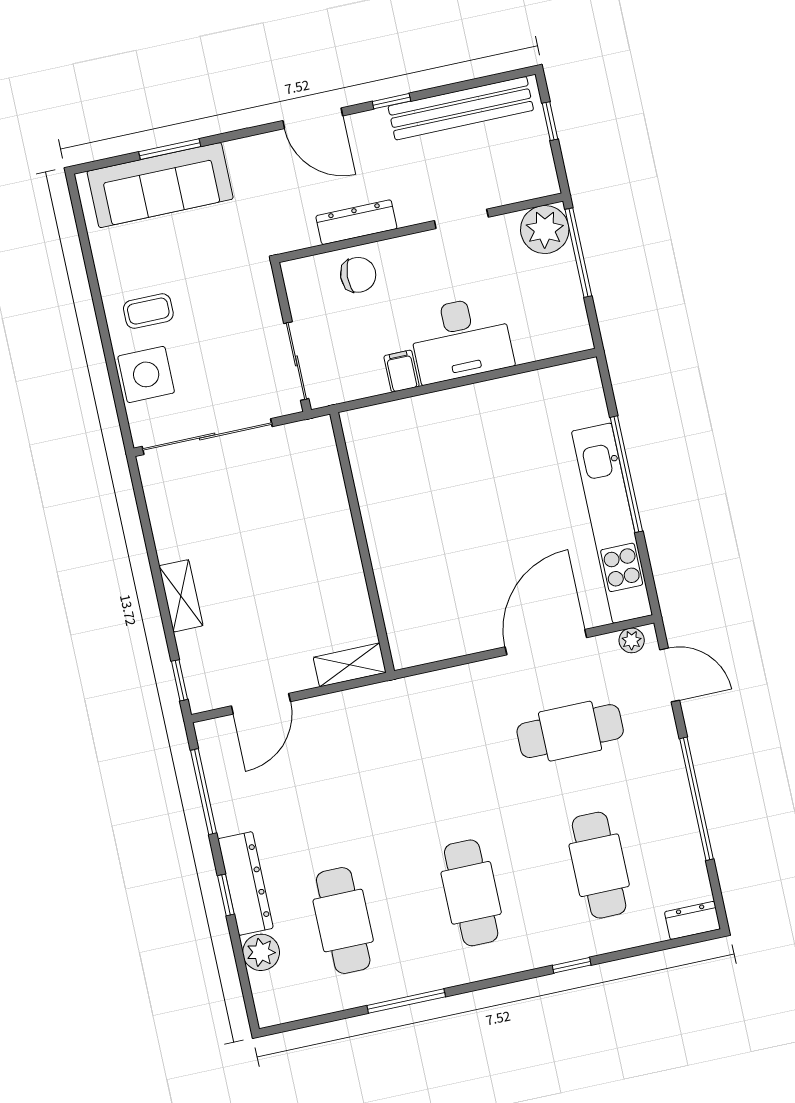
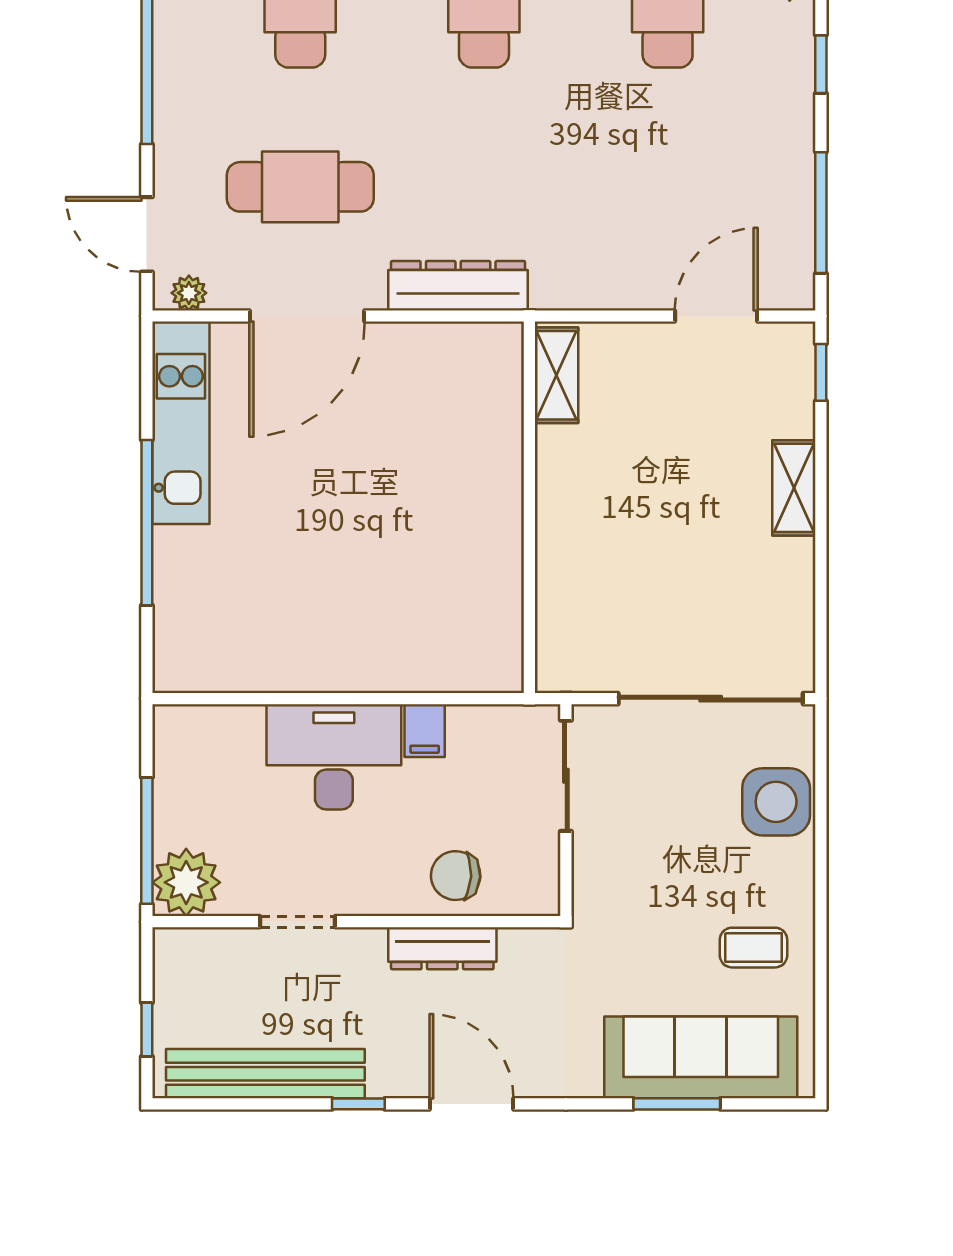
coffee table: (148, 311) -> (753, 948), moved
kitchen unit: (612, 523) -> (181, 423), width x0.73
shelving: (350, 665) -> (556, 375), moved, turned 90
dresser: (246, 884) -> (458, 286), moved, turned 90

